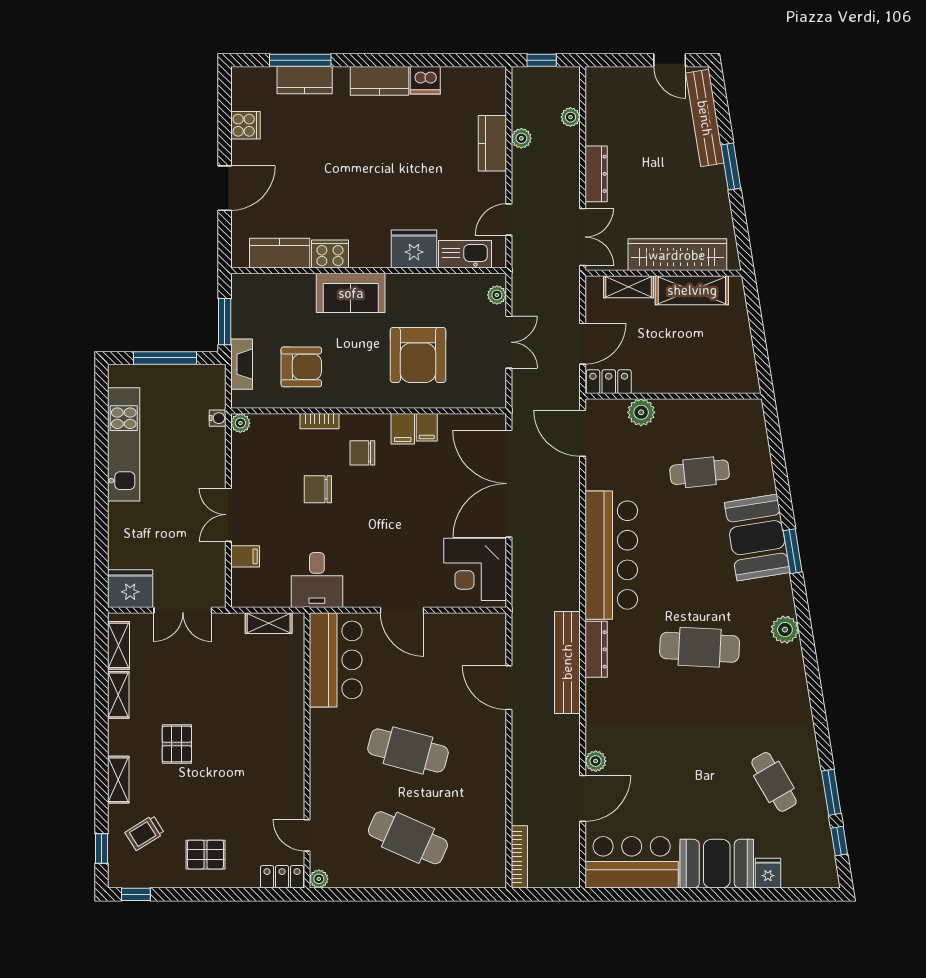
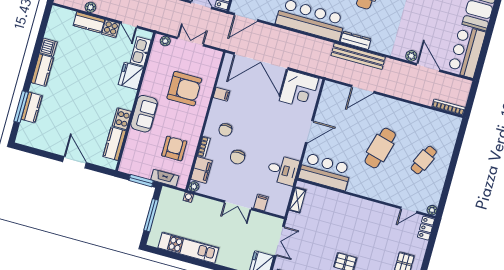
cooker: (245, 125) -> (111, 29), moved, turned 180
filing cabinet: (403, 429) -> (201, 170), moved, width x2.00
cafe table: (408, 838) -> (424, 160), width x0.73, depth x0.74

